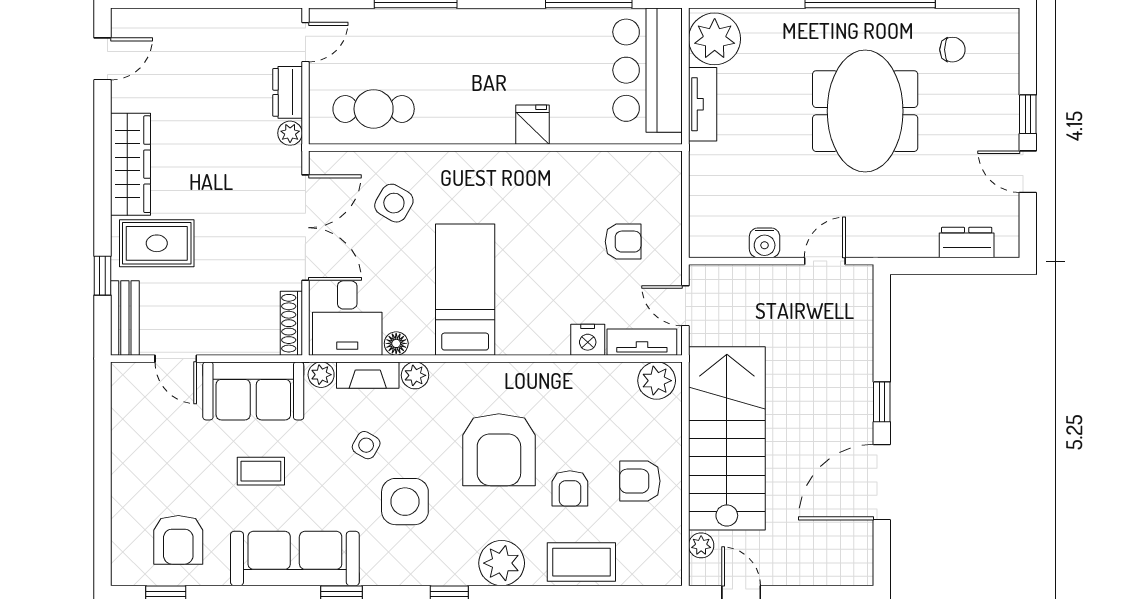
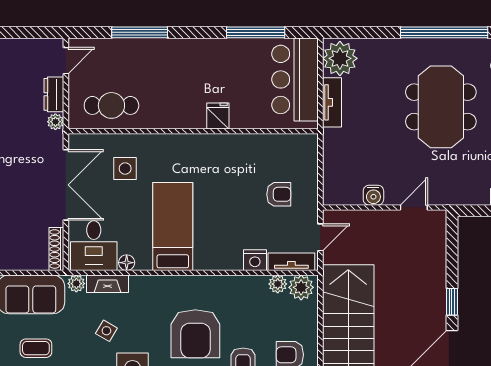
side table: (394, 203) -> (125, 169), turned -30
door: (685, 306) -> (320, 237), swing flipped
plant: (415, 375) -> (278, 284), moved

